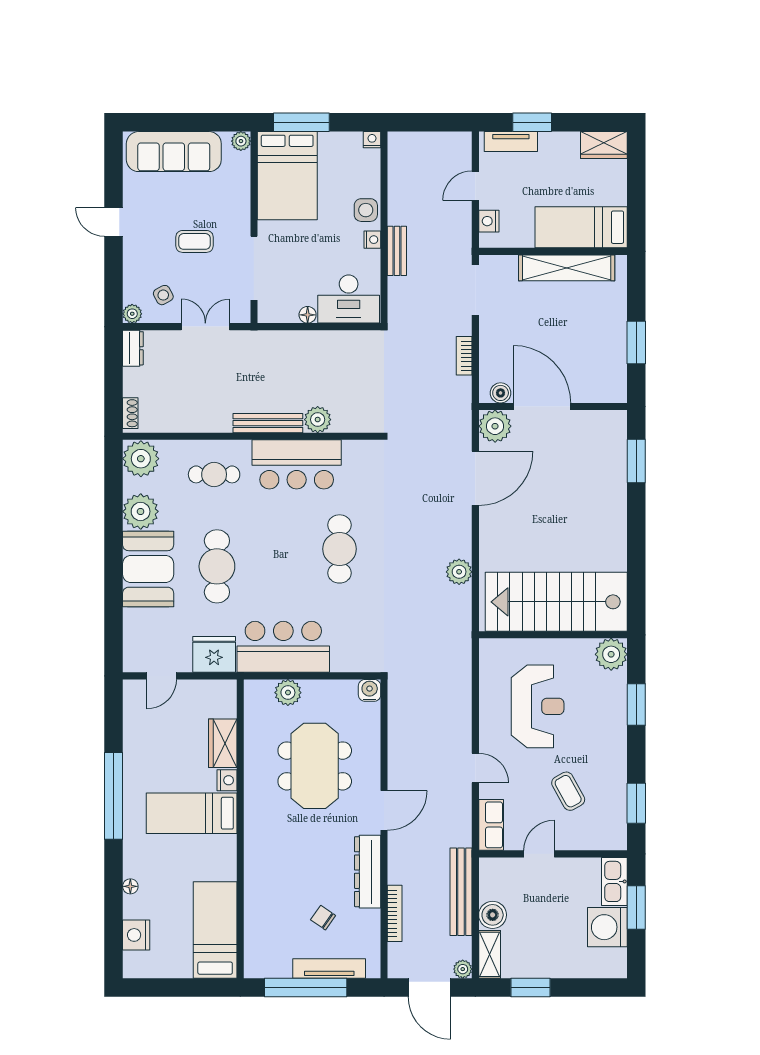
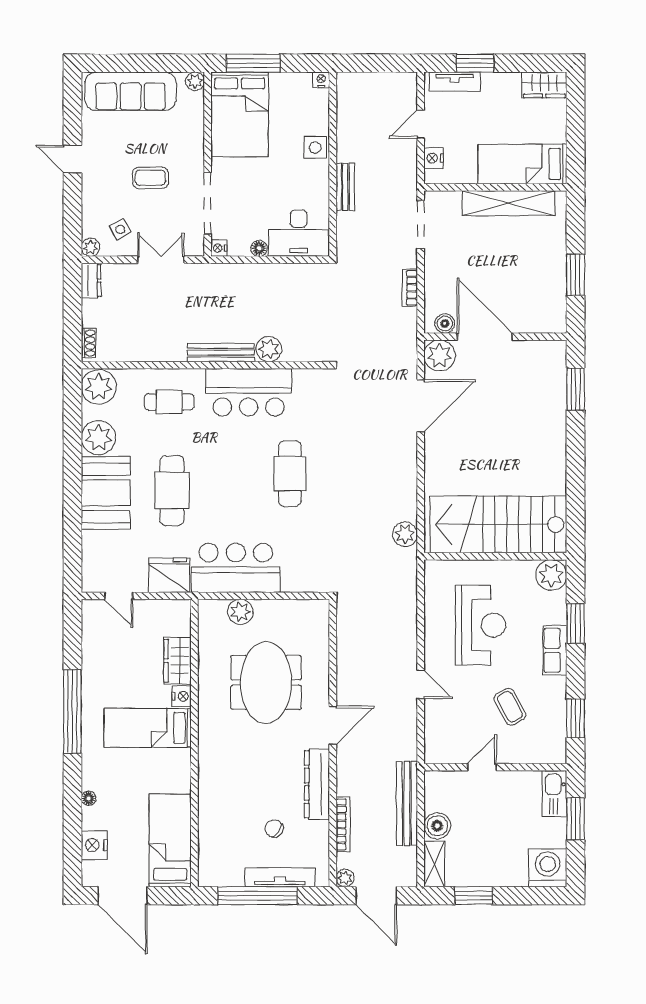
nightstand: (372, 240) -> (219, 248), moved, turned 180
plant: (459, 572) -> (405, 534), moved
door: (162, 676) -> (119, 596), hinge flipped
water cooler: (370, 690) -> (319, 610), removed
row of seats: (491, 825) -> (555, 650), moved, turned 180
washing machine: (607, 927) -> (548, 868), moved, turned 90
plant: (463, 969) -> (345, 878), moved
door: (166, 987) -> (123, 896), added

